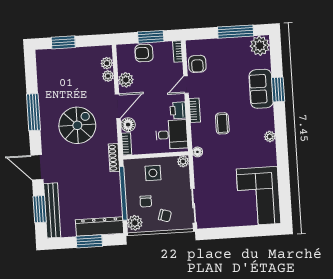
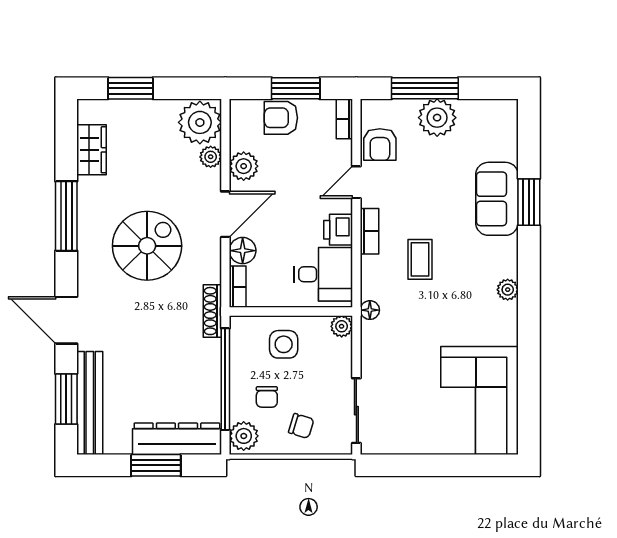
window: (236, 32) -> (425, 88), moved
plant: (260, 46) -> (437, 118), moved
plant: (107, 63) -> (200, 122), width x1.88, depth x1.88
wardrobe: (45, 76) -> (92, 150), added

